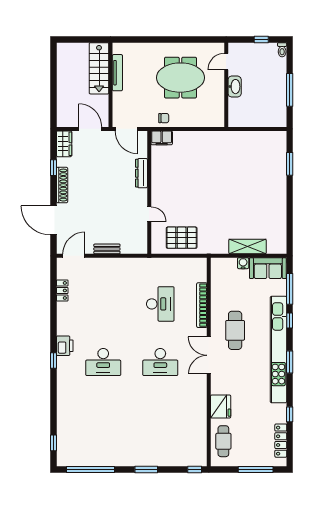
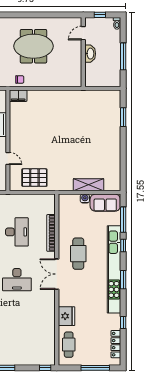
door: (226, 62) -> (83, 33), moved
wall: (226, 85) -> (83, 52), moved
washbasin: (235, 87) -> (90, 54), moved

